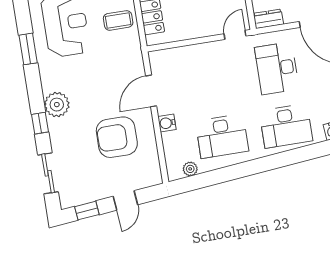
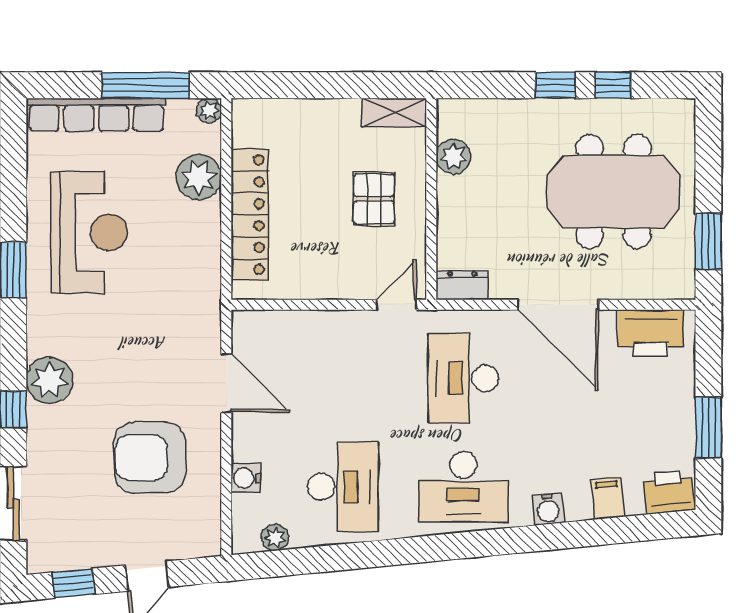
coffee table: (118, 20) -> (187, 244), removed
door: (151, 91) -> (226, 383), swing flipped
water cooler: (167, 123) -> (246, 478), moved
desk: (222, 136) -> (343, 487), turned -90

